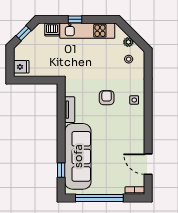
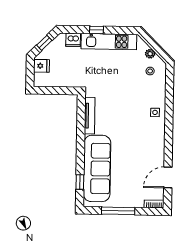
fridge: (21, 67) -> (42, 66), moved
armchair: (107, 98) -> (127, 110), removed
tv unit: (70, 110) -> (90, 116), width x1.41
door: (148, 164) -> (168, 177), hinge flipped
window: (99, 198) -> (118, 211), width x0.68

